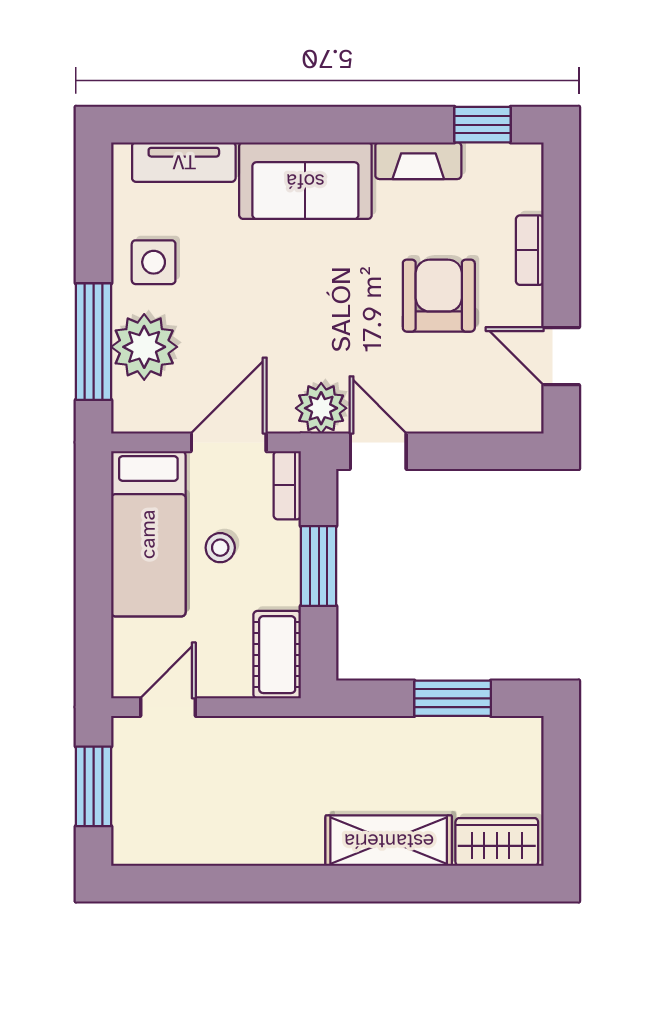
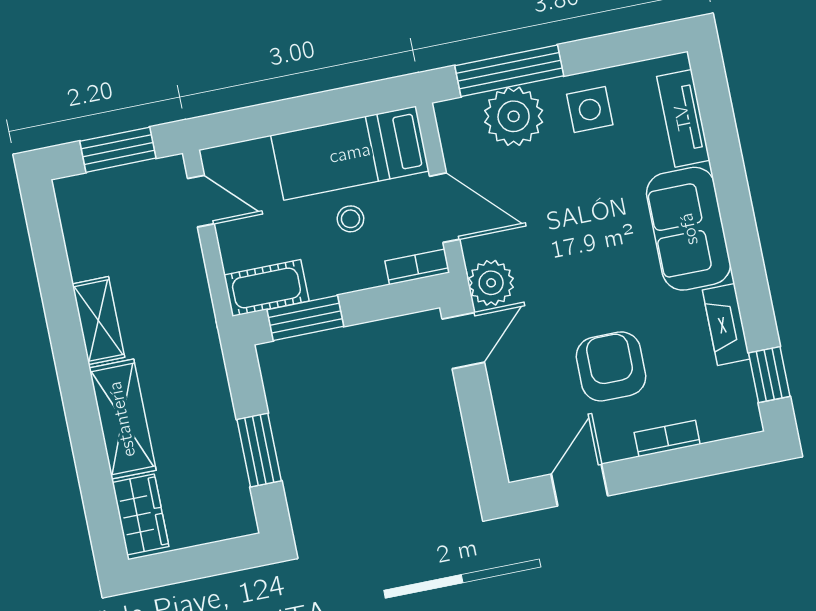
armchair: (439, 296) -> (611, 366), turned -90
window: (319, 566) -> (305, 318), moved
shelving: (276, 845) -> (98, 321), added

